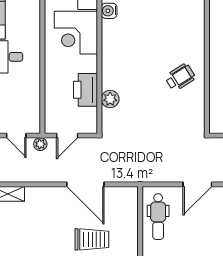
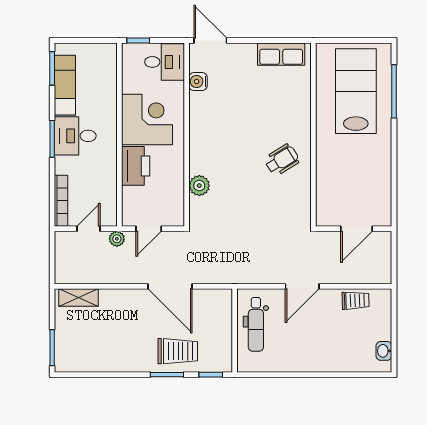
corner desk: (76, 33) -> (147, 120), moved, turned 180
printer: (86, 90) -> (136, 166), moved, turned 180
door: (16, 136) -> (88, 229), swing flipped

